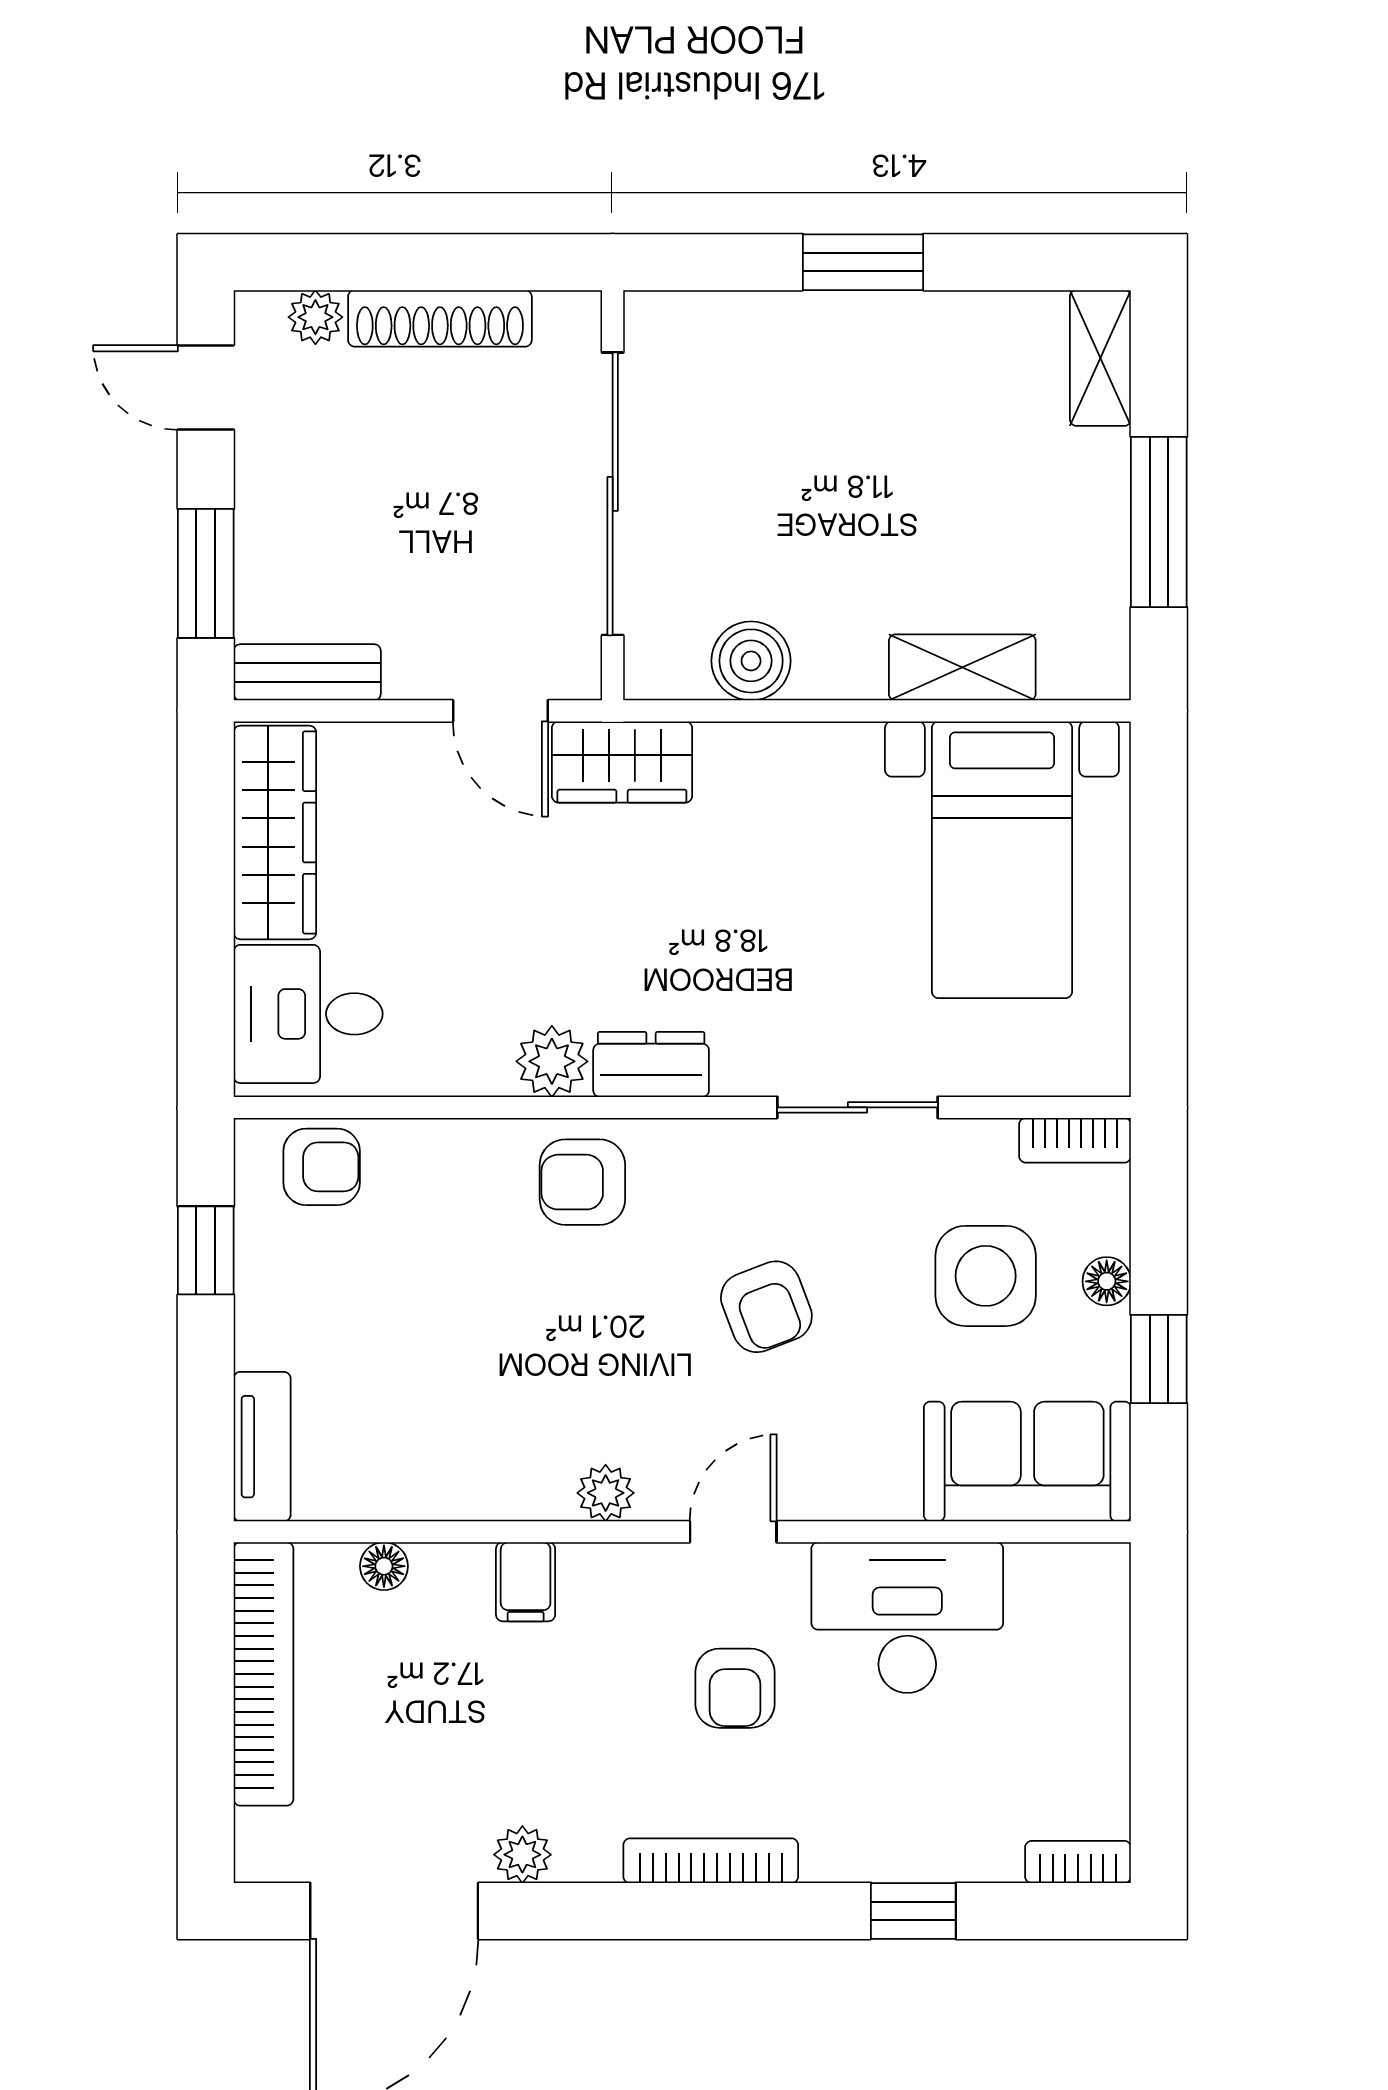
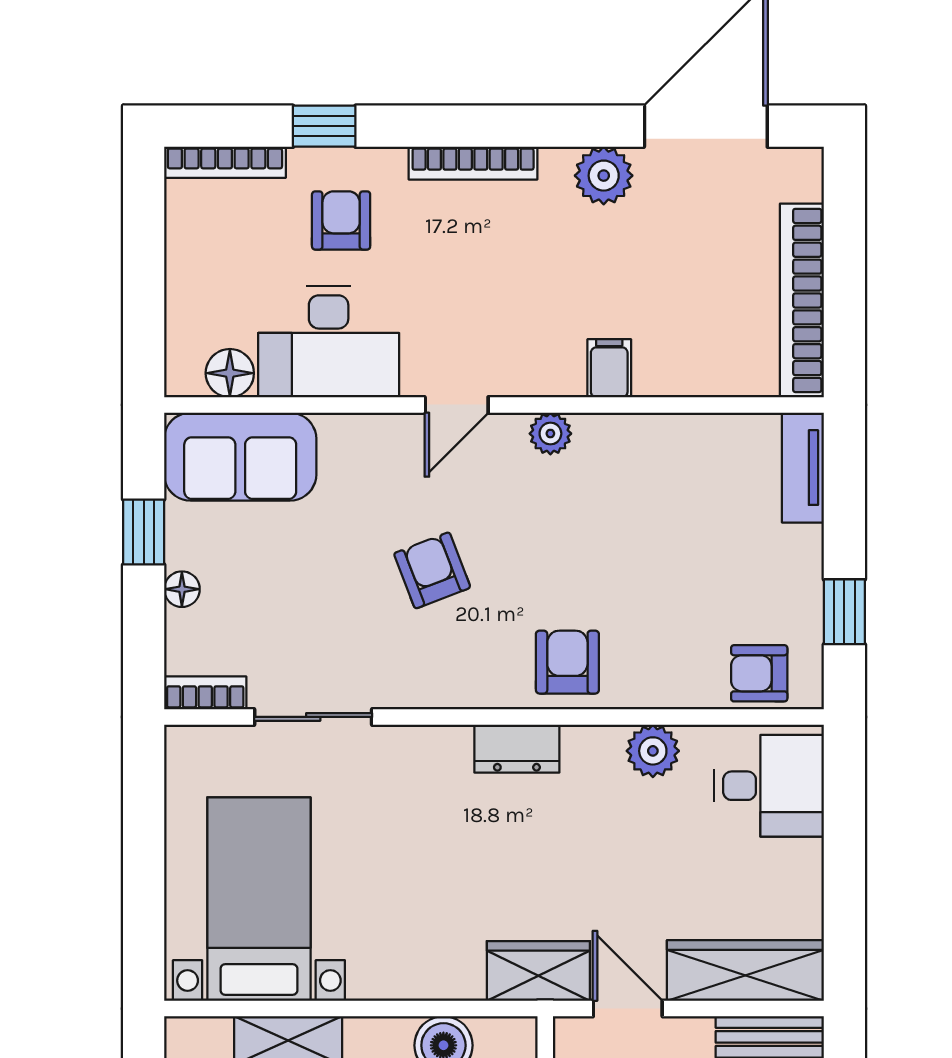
wardrobe: (275, 832) -> (745, 971), moved, turned 90
plant: (552, 1061) -> (653, 751), moved
sliding door: (857, 1107) -> (313, 717), moved
armchair: (582, 1182) -> (567, 662), turned -90
side table: (986, 1276) -> (271, 593), removed
floor lamp: (384, 1566) -> (230, 373), moved, width x1.37, depth x1.37
armchair: (735, 1688) -> (341, 220), moved
plant: (522, 1855) -> (604, 176), width x1.38, depth x1.38
bookcase: (1078, 1862) -> (225, 162), width x1.56

